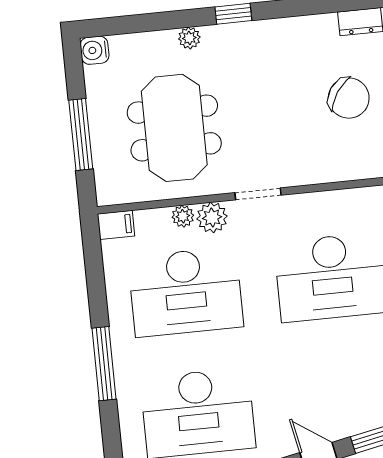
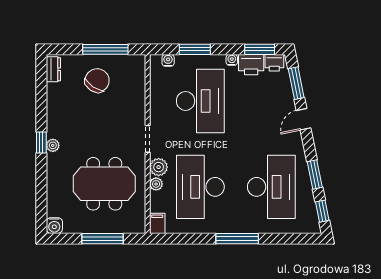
plant: (189, 38) -> (53, 145), moved
desk: (186, 292) -> (200, 187), turned 180

